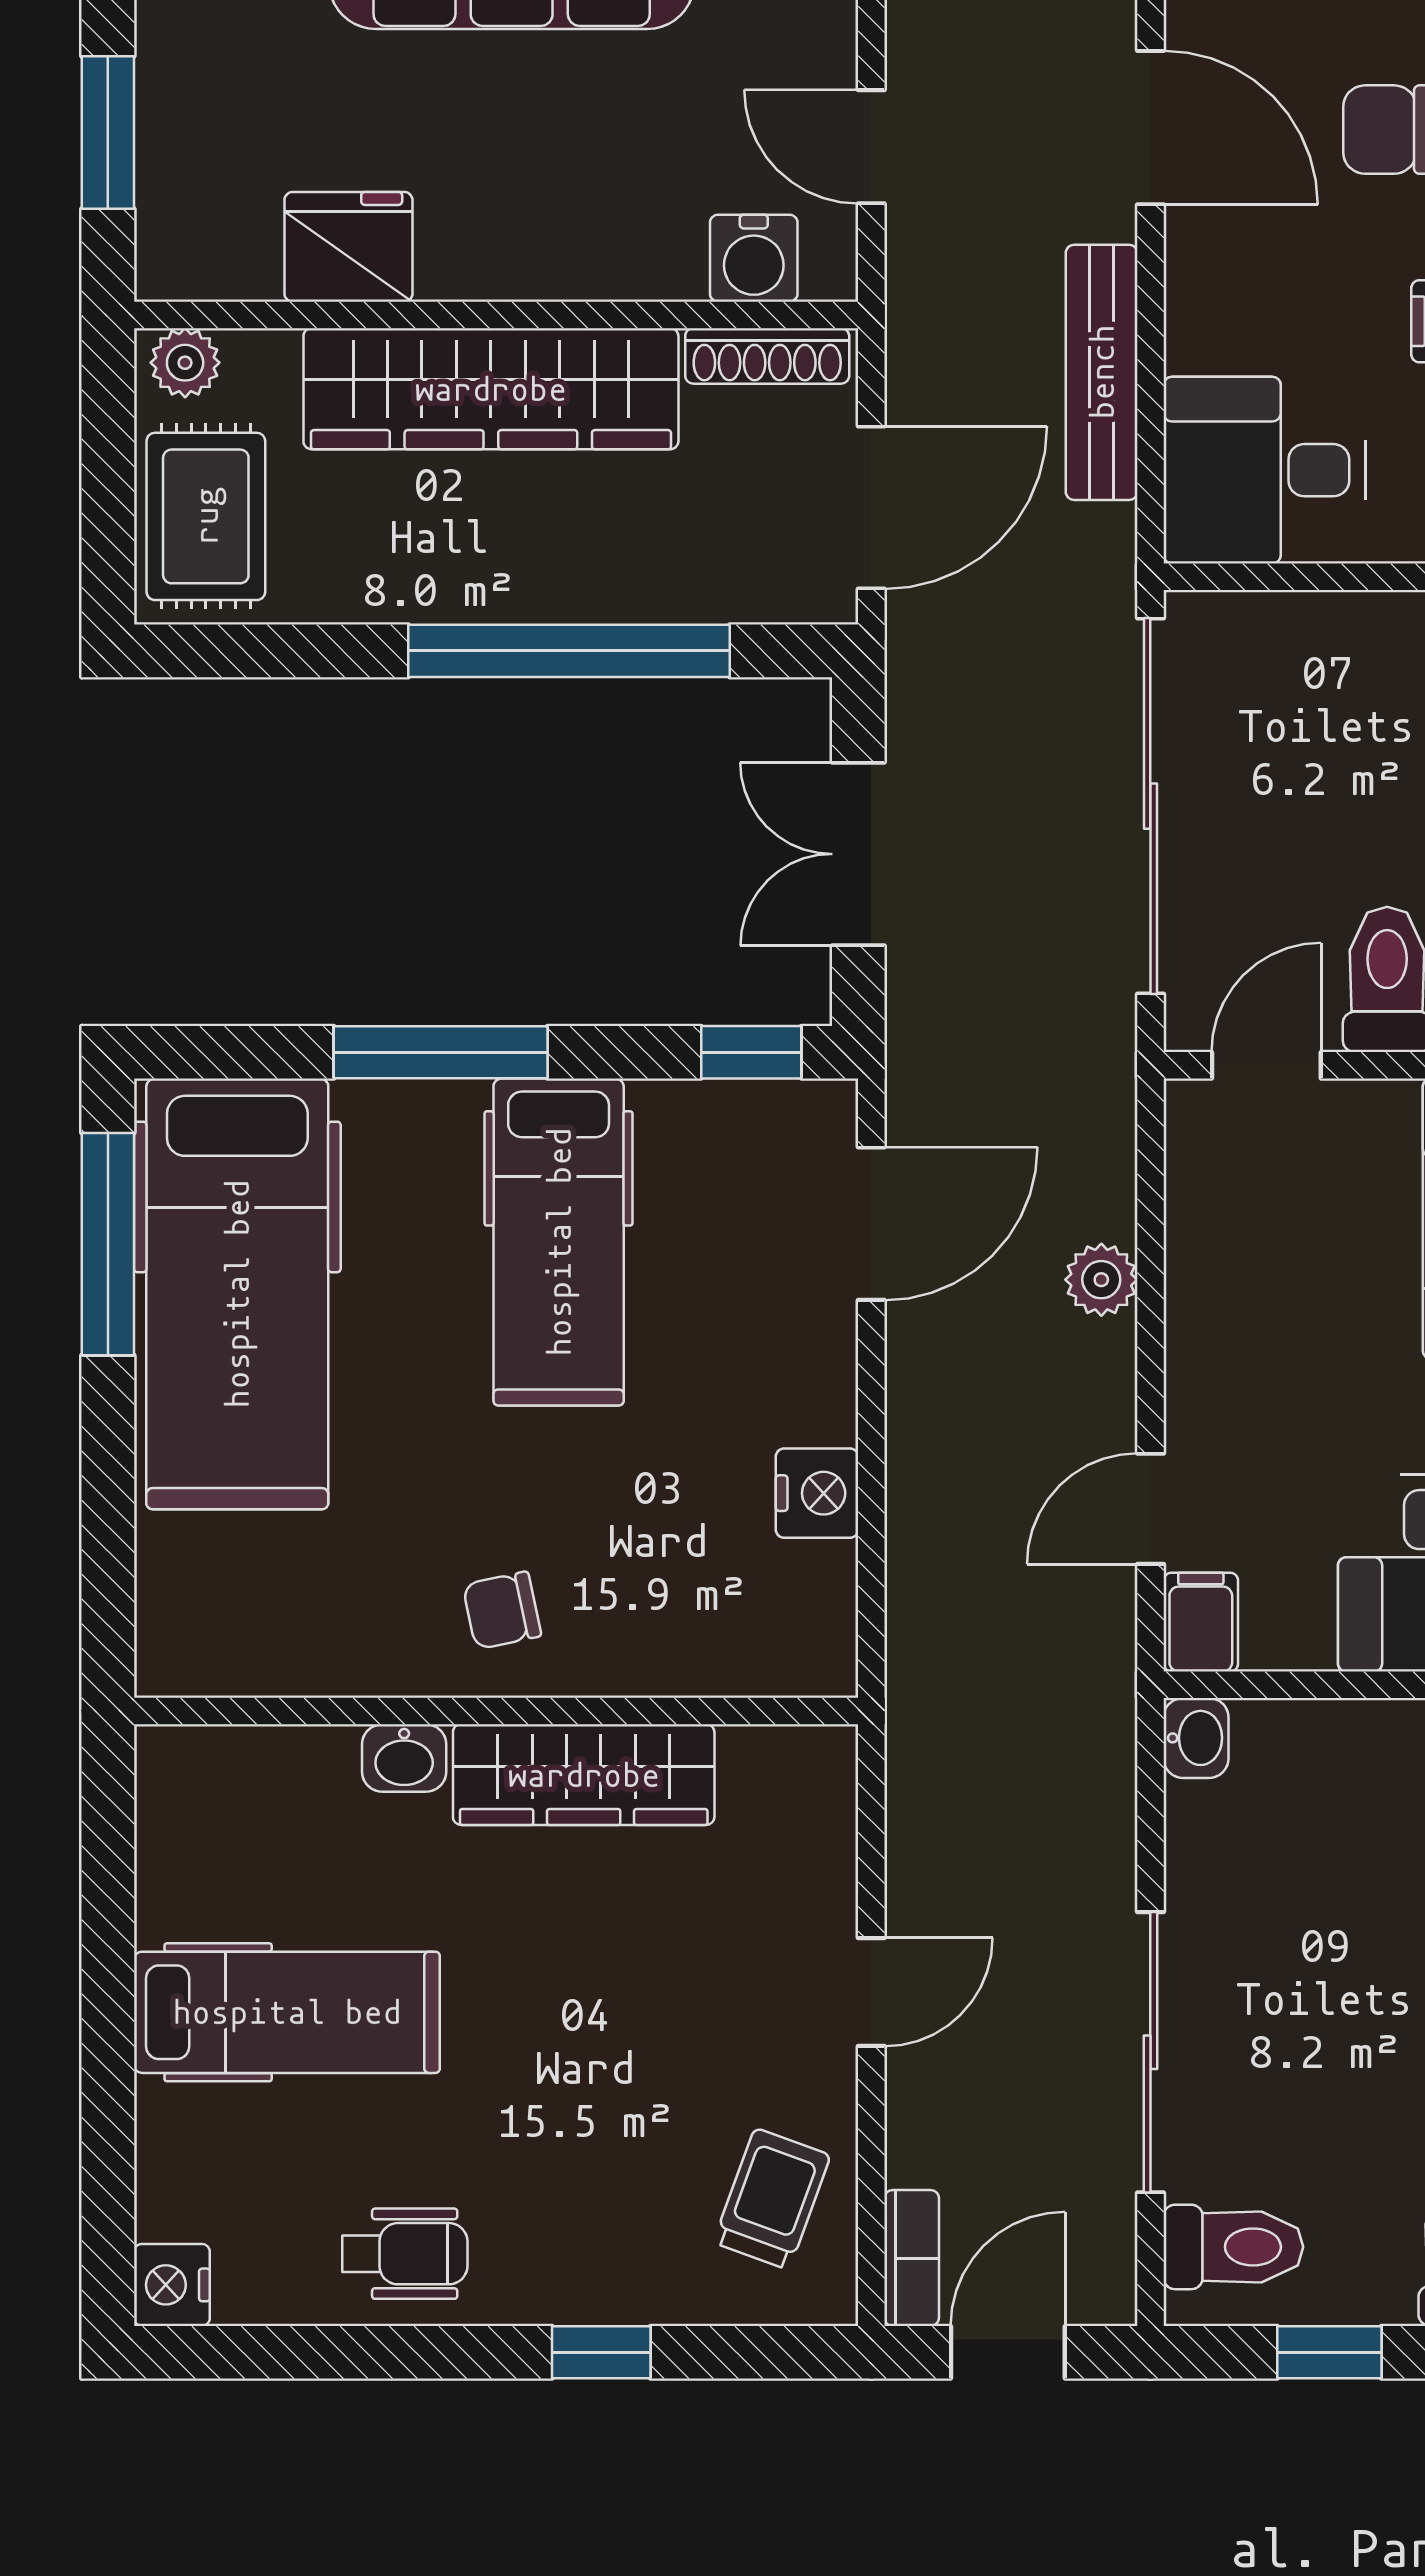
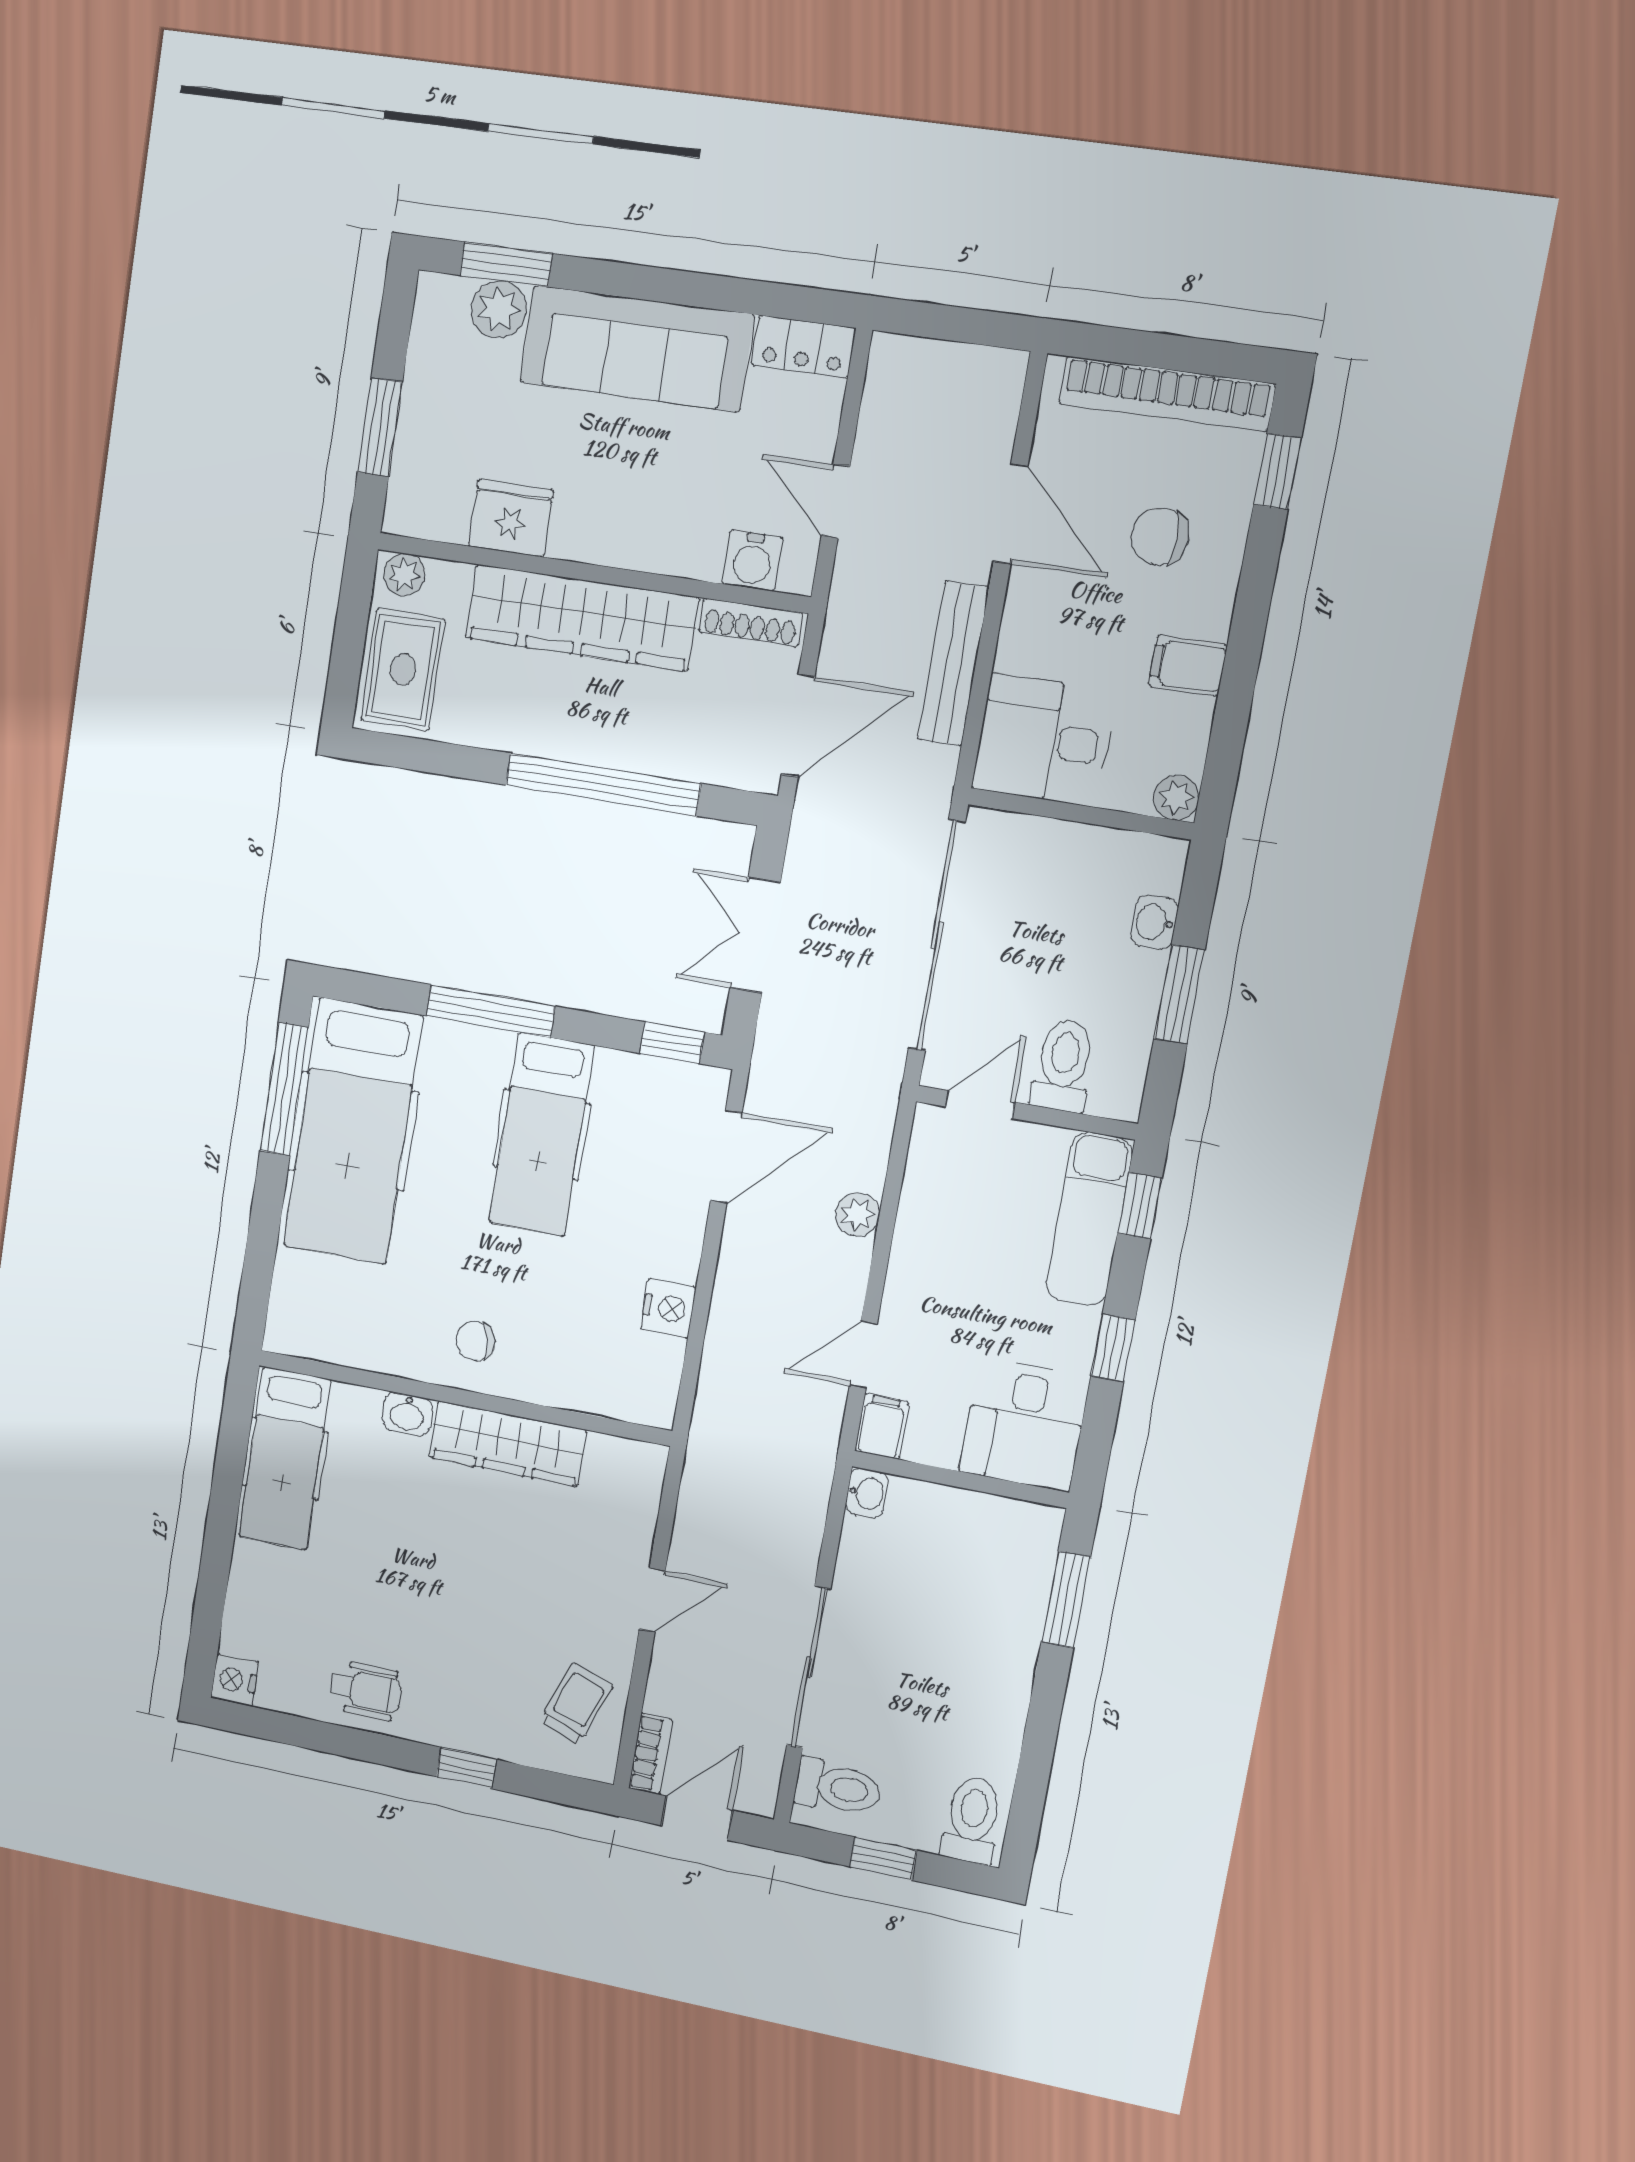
hospital bed: (287, 2012) -> (285, 1458), moved, turned 90

